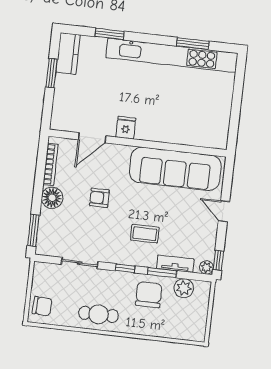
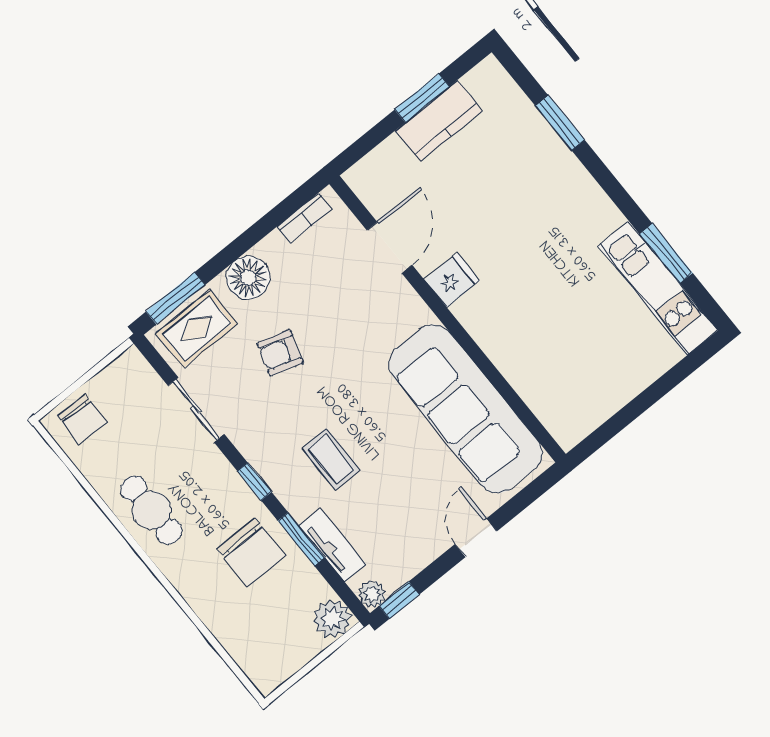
kitchen counter: (68, 54) -> (439, 121), moved
kitchen unit: (172, 55) -> (658, 288), width x0.54
door: (92, 138) -> (390, 248), swing flipped
bookcase: (51, 164) -> (304, 218), width x0.64
armchair: (99, 198) -> (280, 353), moved, turned -73
rug: (52, 234) -> (197, 329), added
plant: (184, 288) -> (332, 619), moved
chair: (149, 295) -> (251, 552), turned 90

